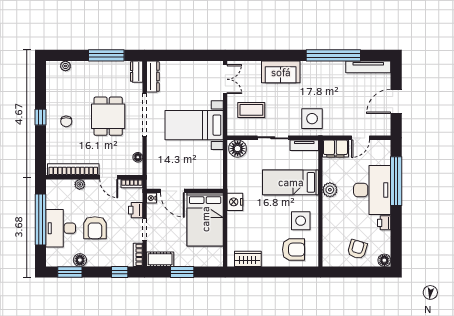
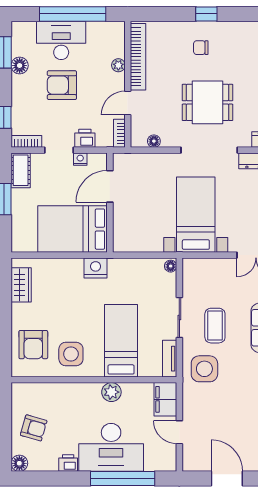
coffee table: (251, 110) -> (215, 326), moved
floor lamp: (238, 149) -> (171, 266), width x0.53, depth x0.53
nightstand: (152, 198) -> (80, 159), moved

